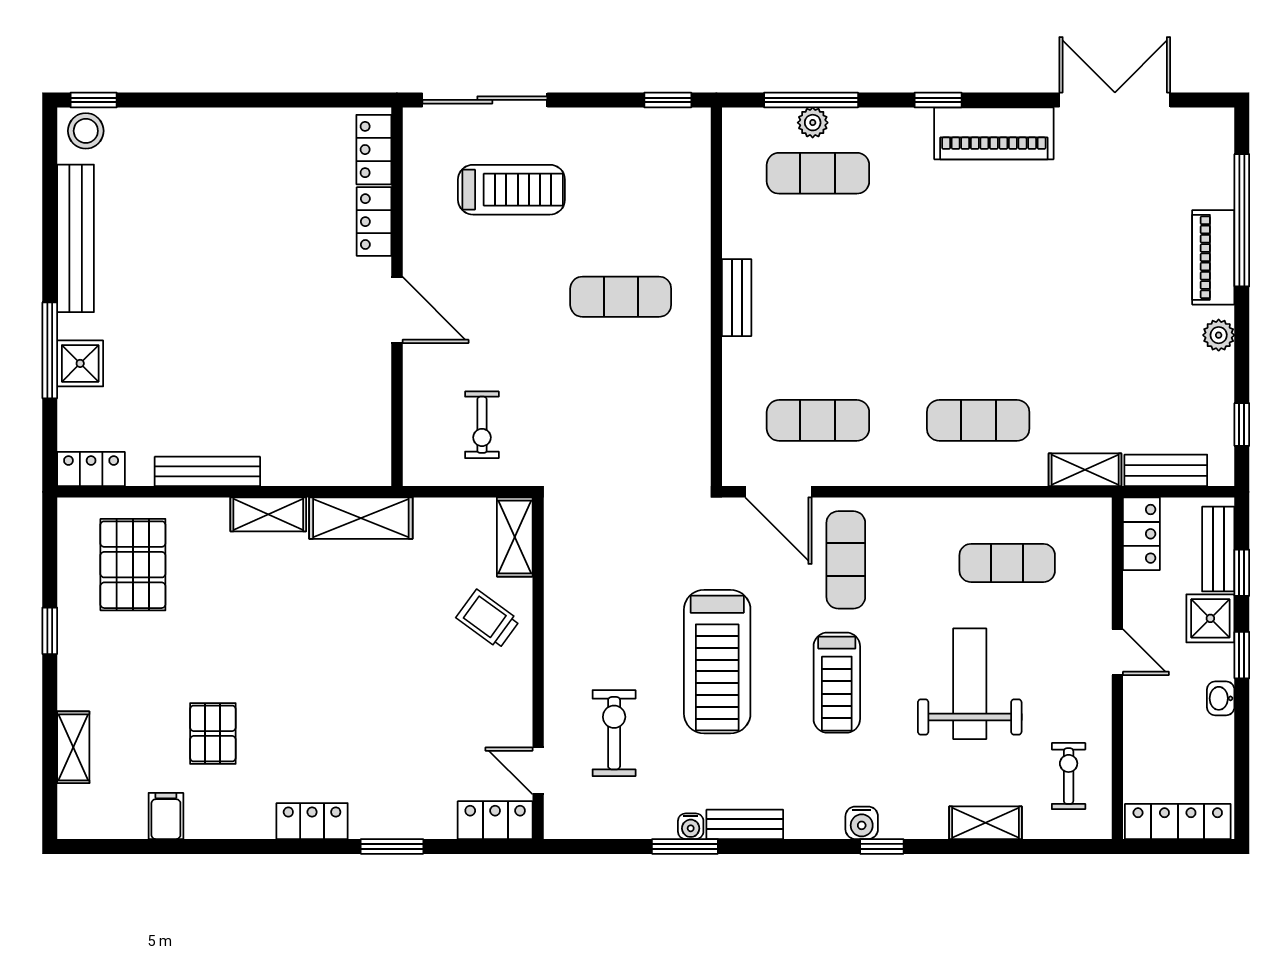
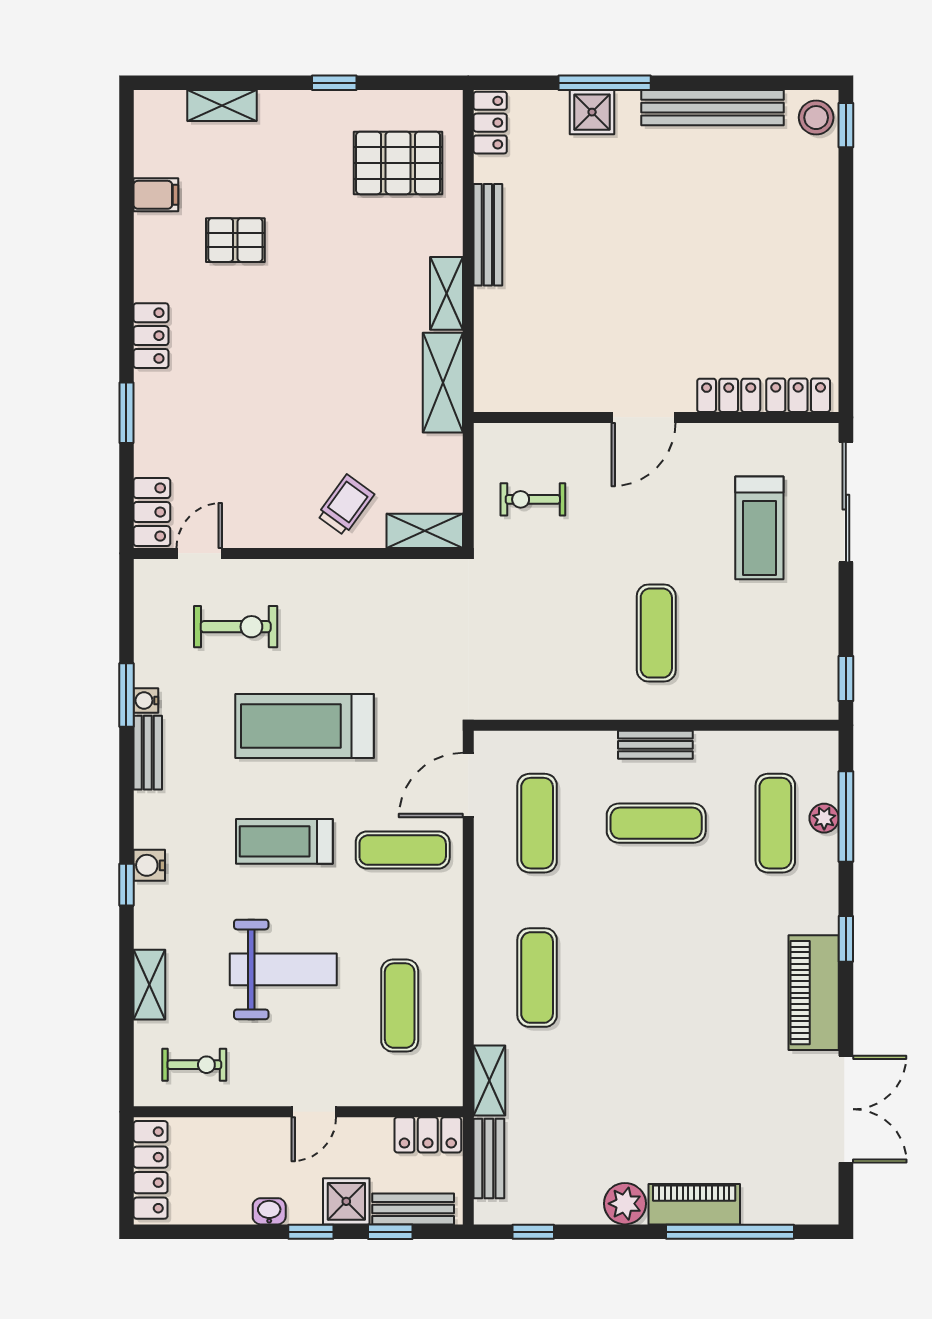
exercise mat: (818, 297) -> (656, 823), added
plant: (1219, 335) -> (625, 1204), width x1.38, depth x1.38

